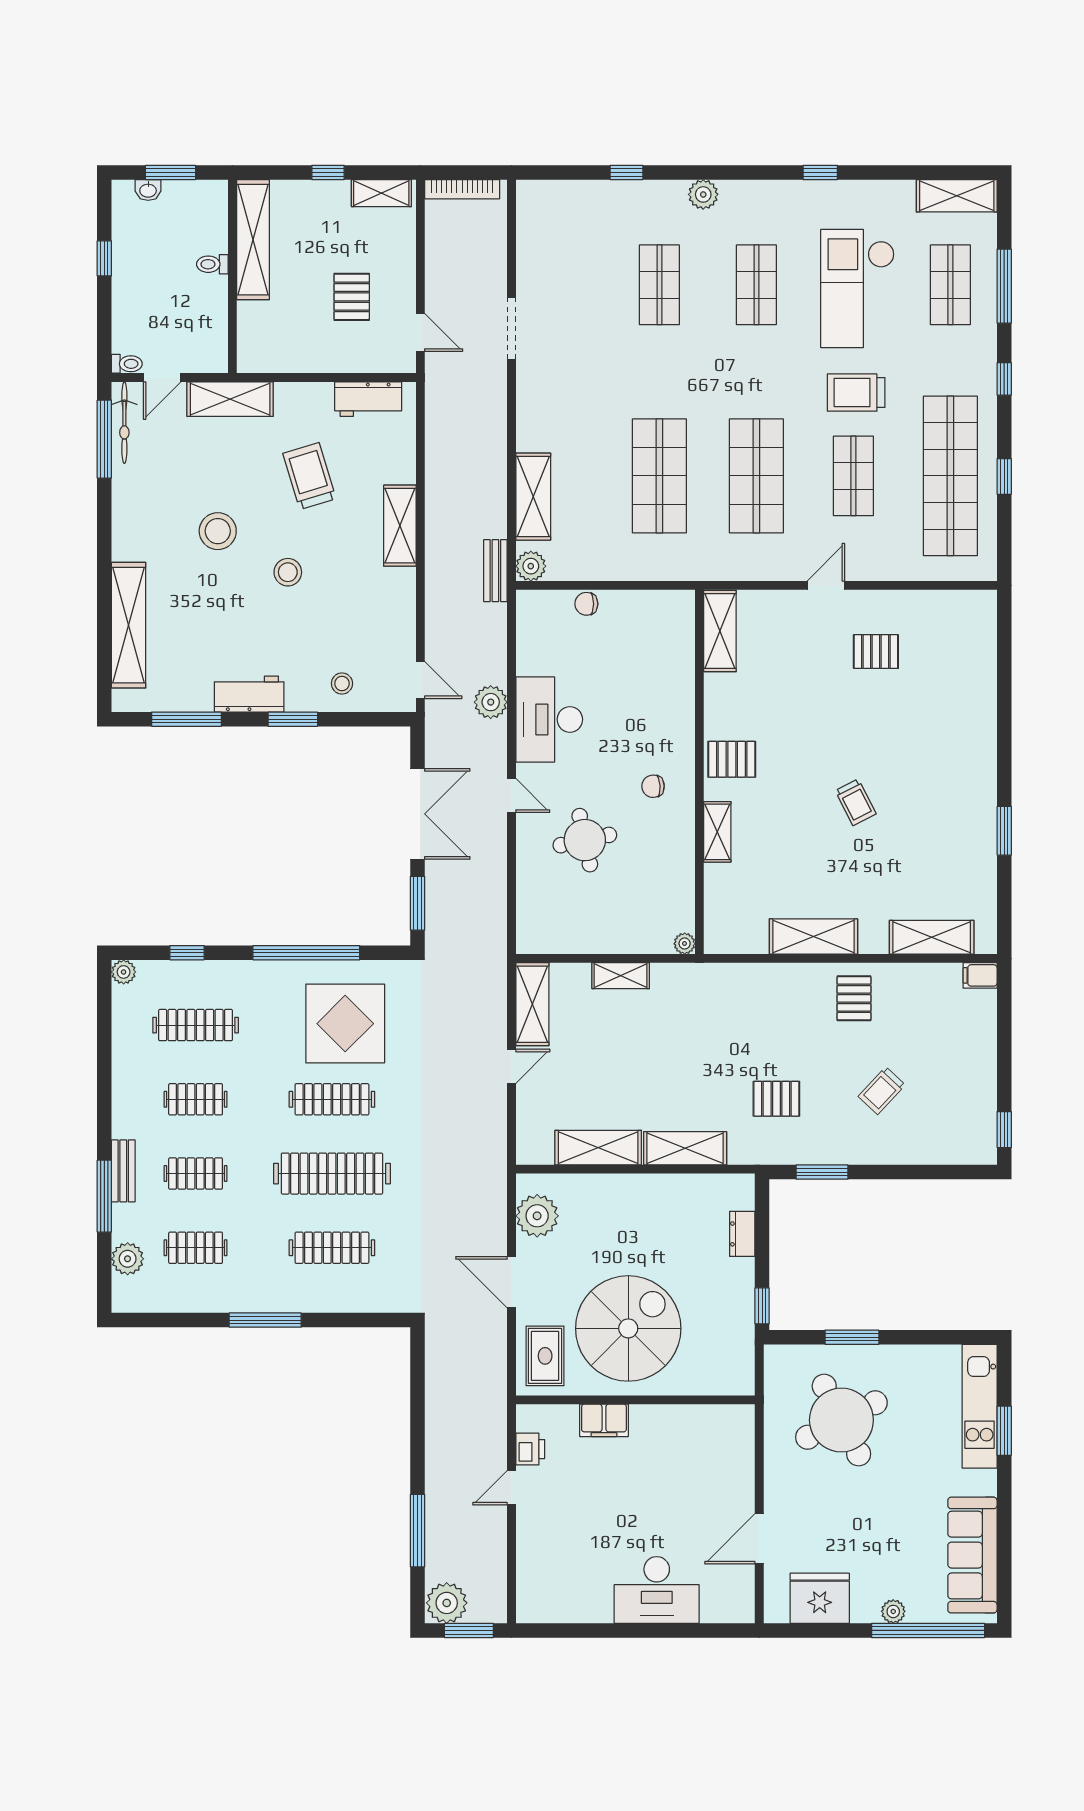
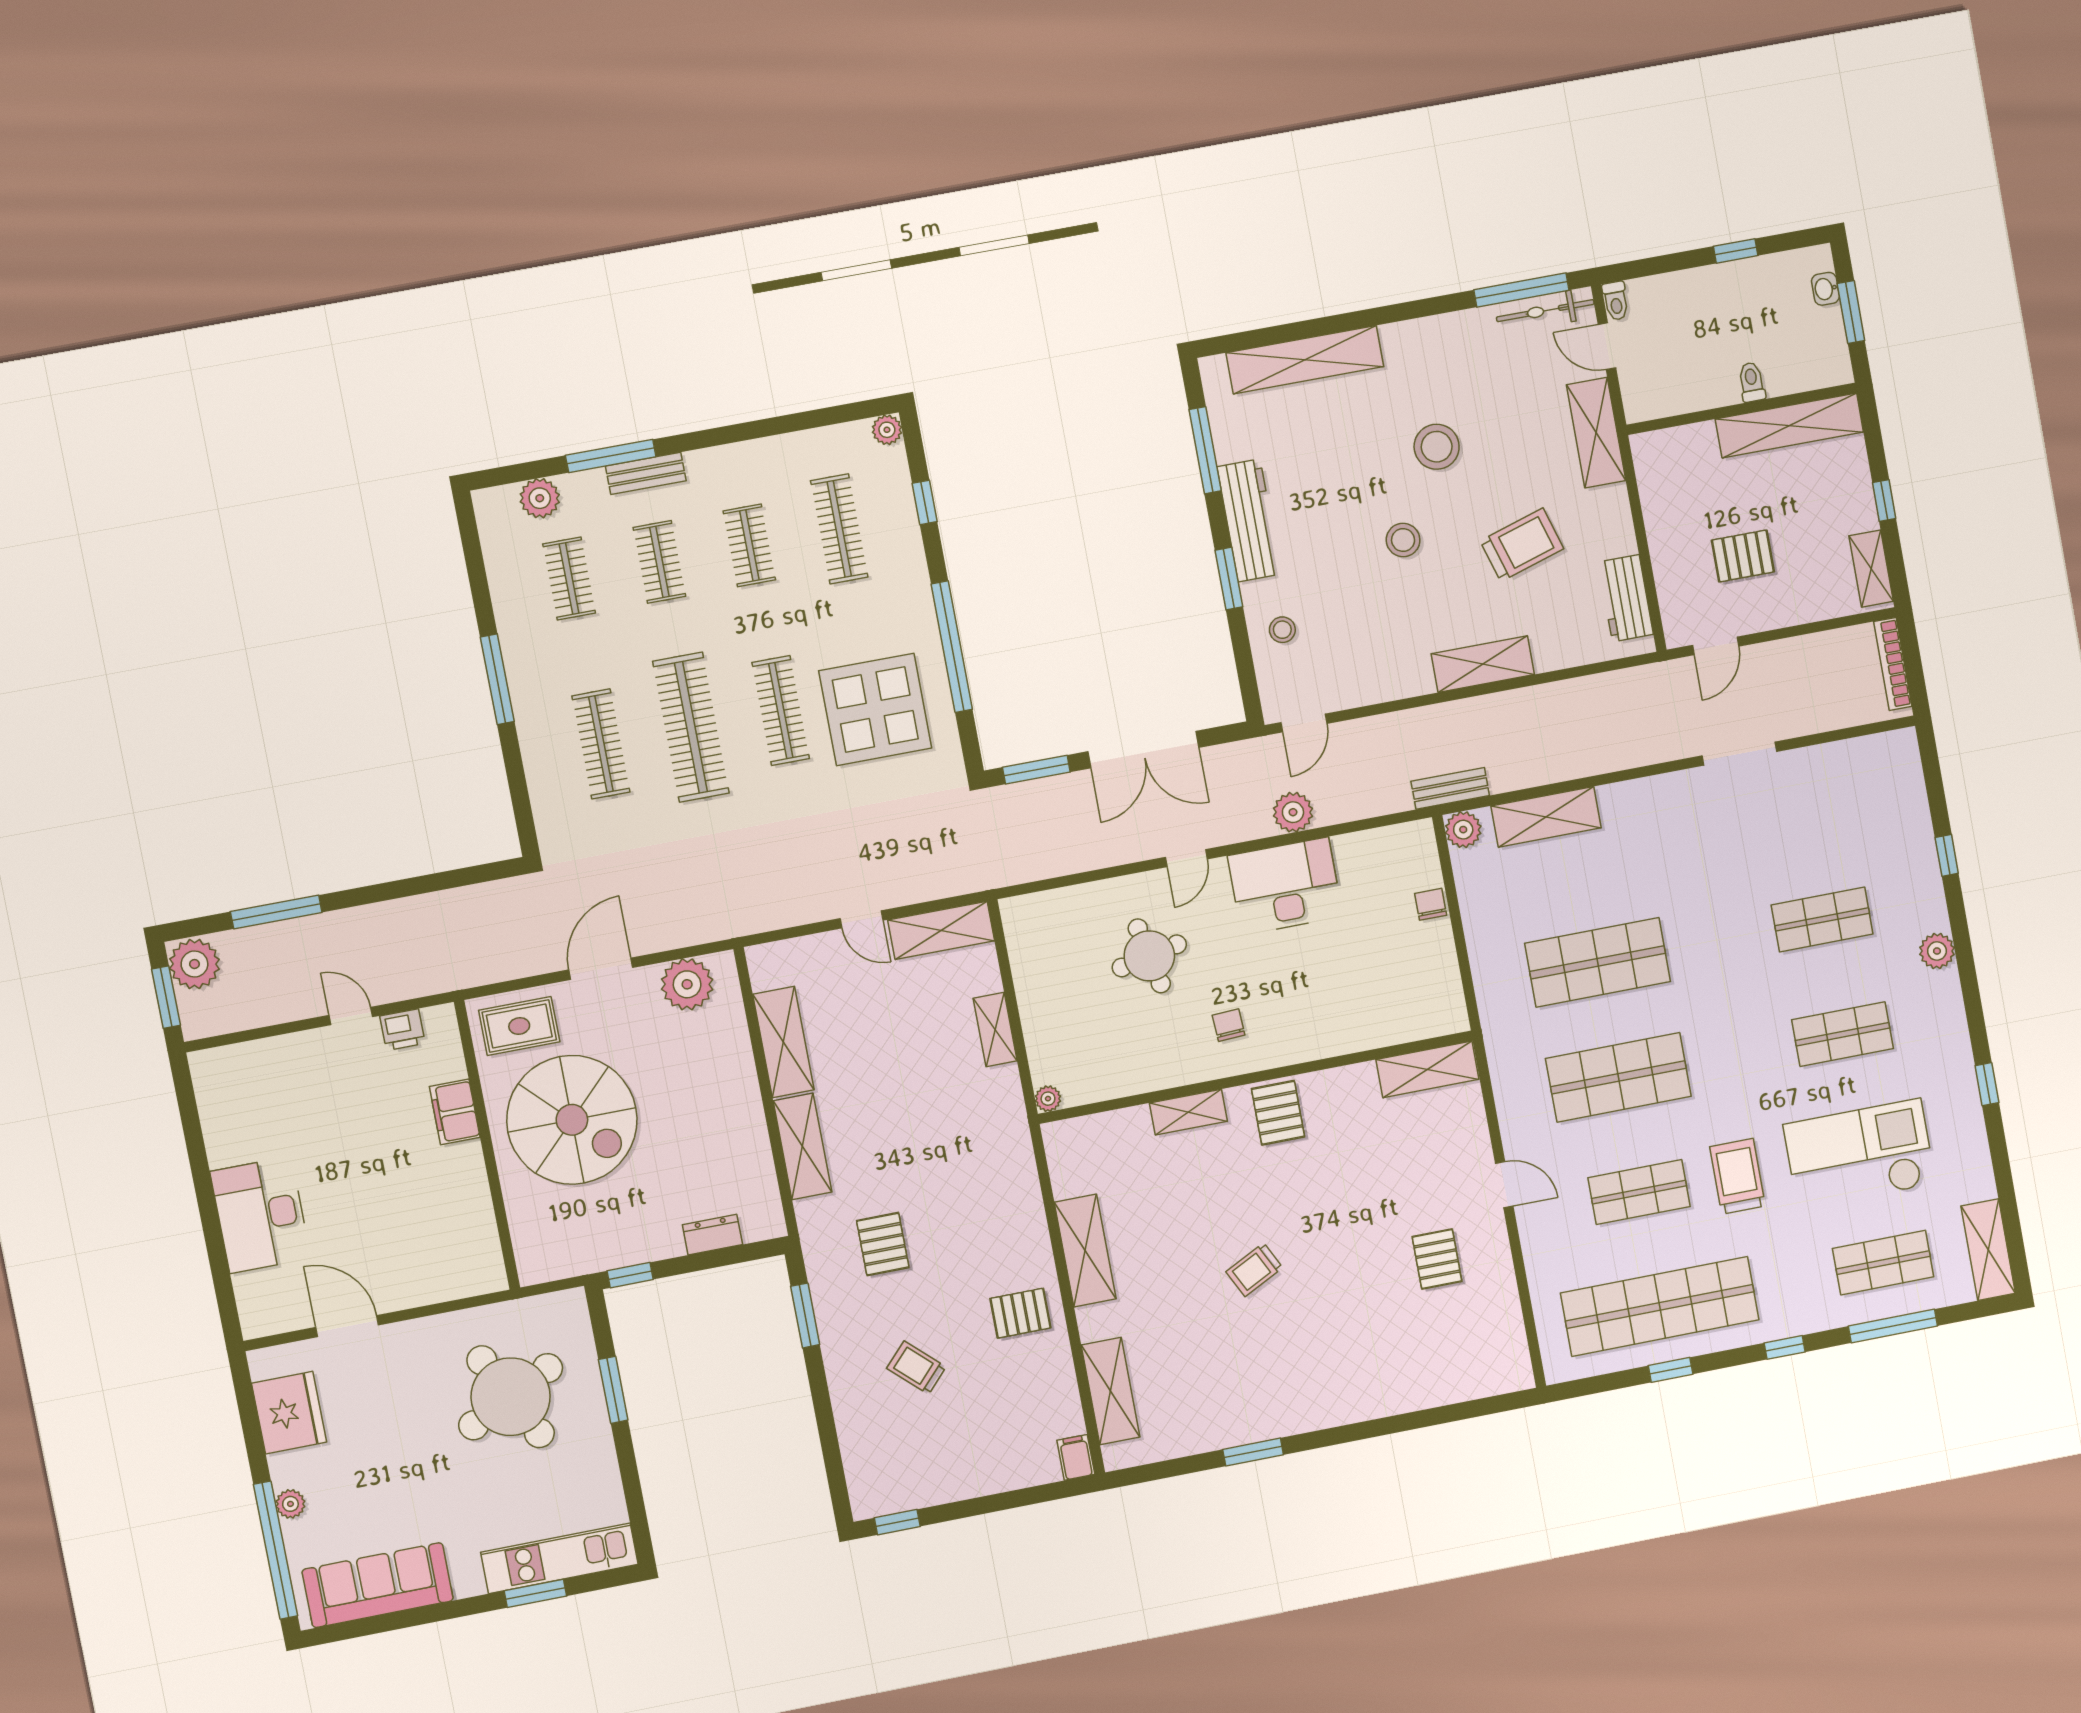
workbench: (249, 694) -> (1249, 520), width x1.38

